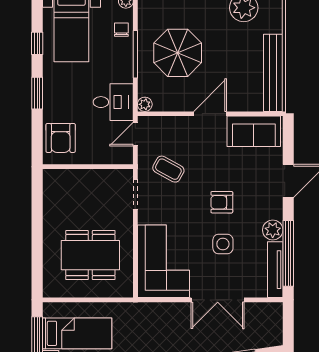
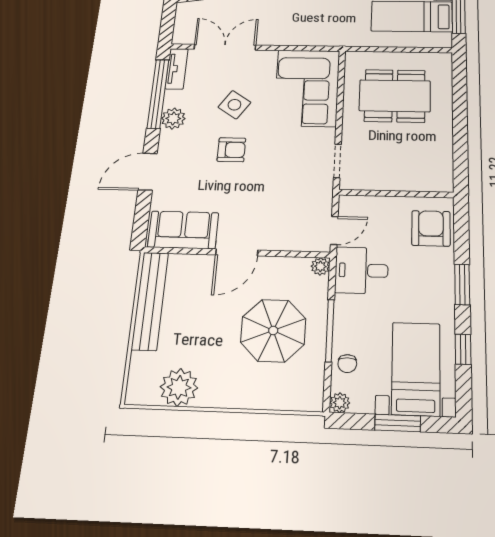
coffee table: (168, 169) -> (295, 188), removed
side table: (223, 244) -> (234, 105), turned 34
tv unit: (275, 270) -> (177, 69), width x0.71
double door: (218, 300) -> (225, 47), moved

